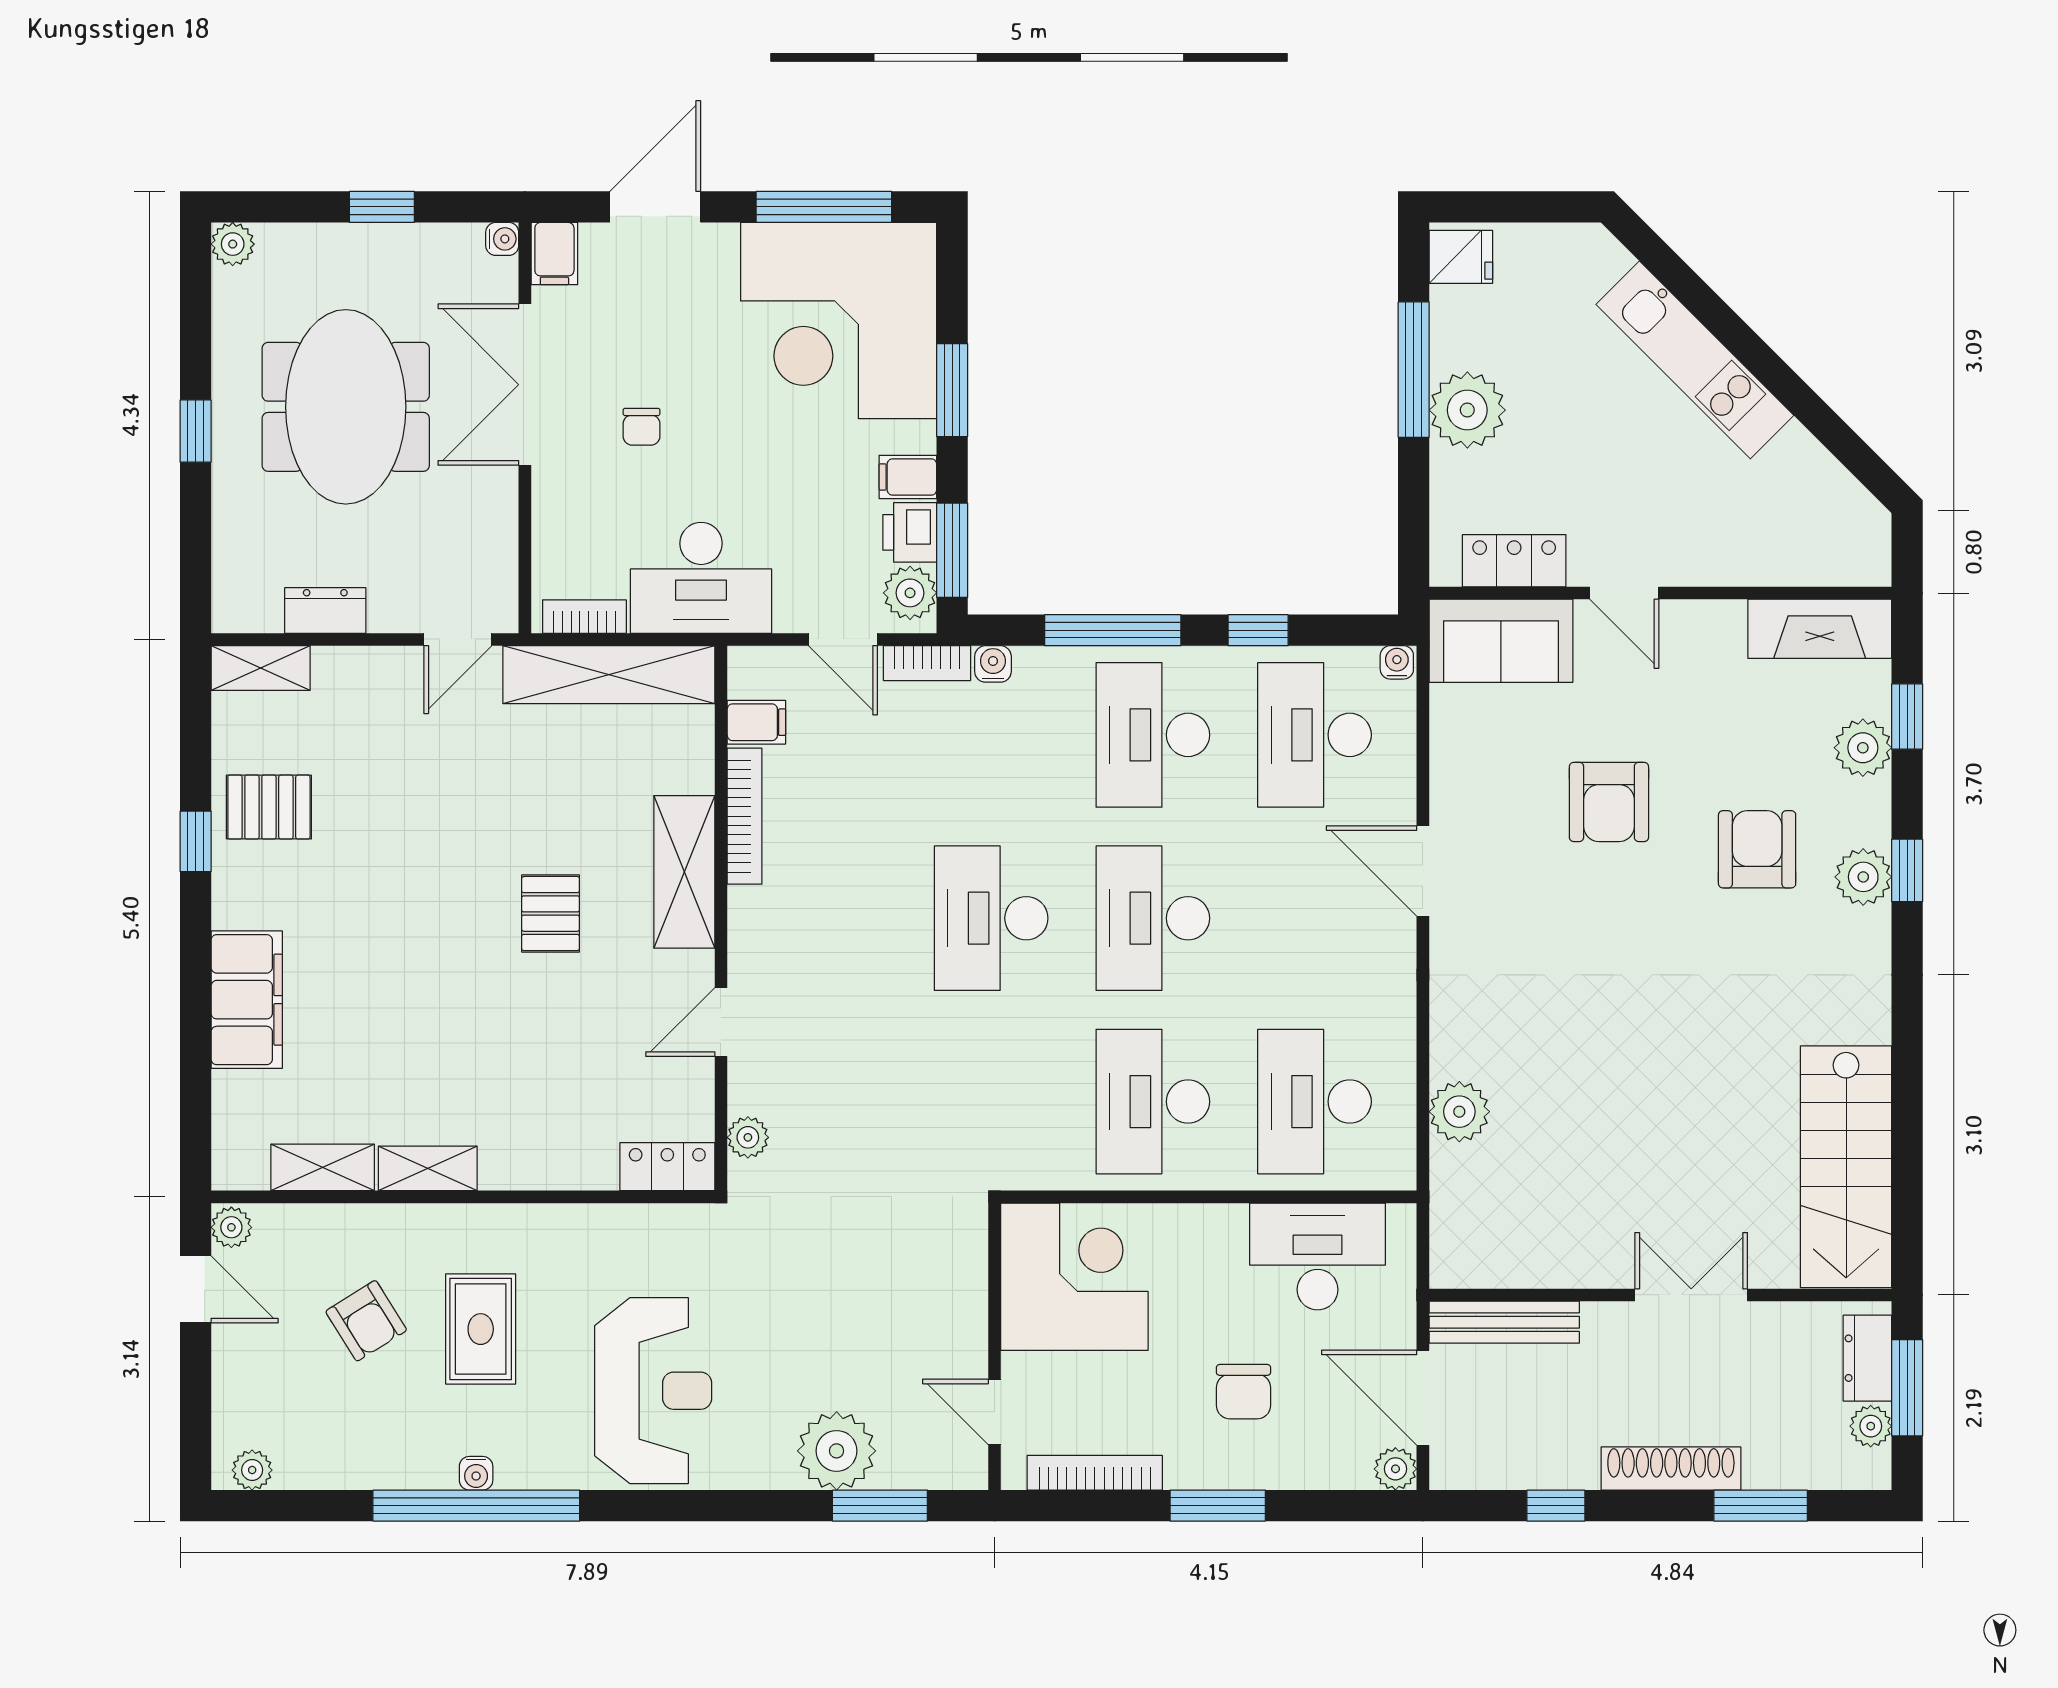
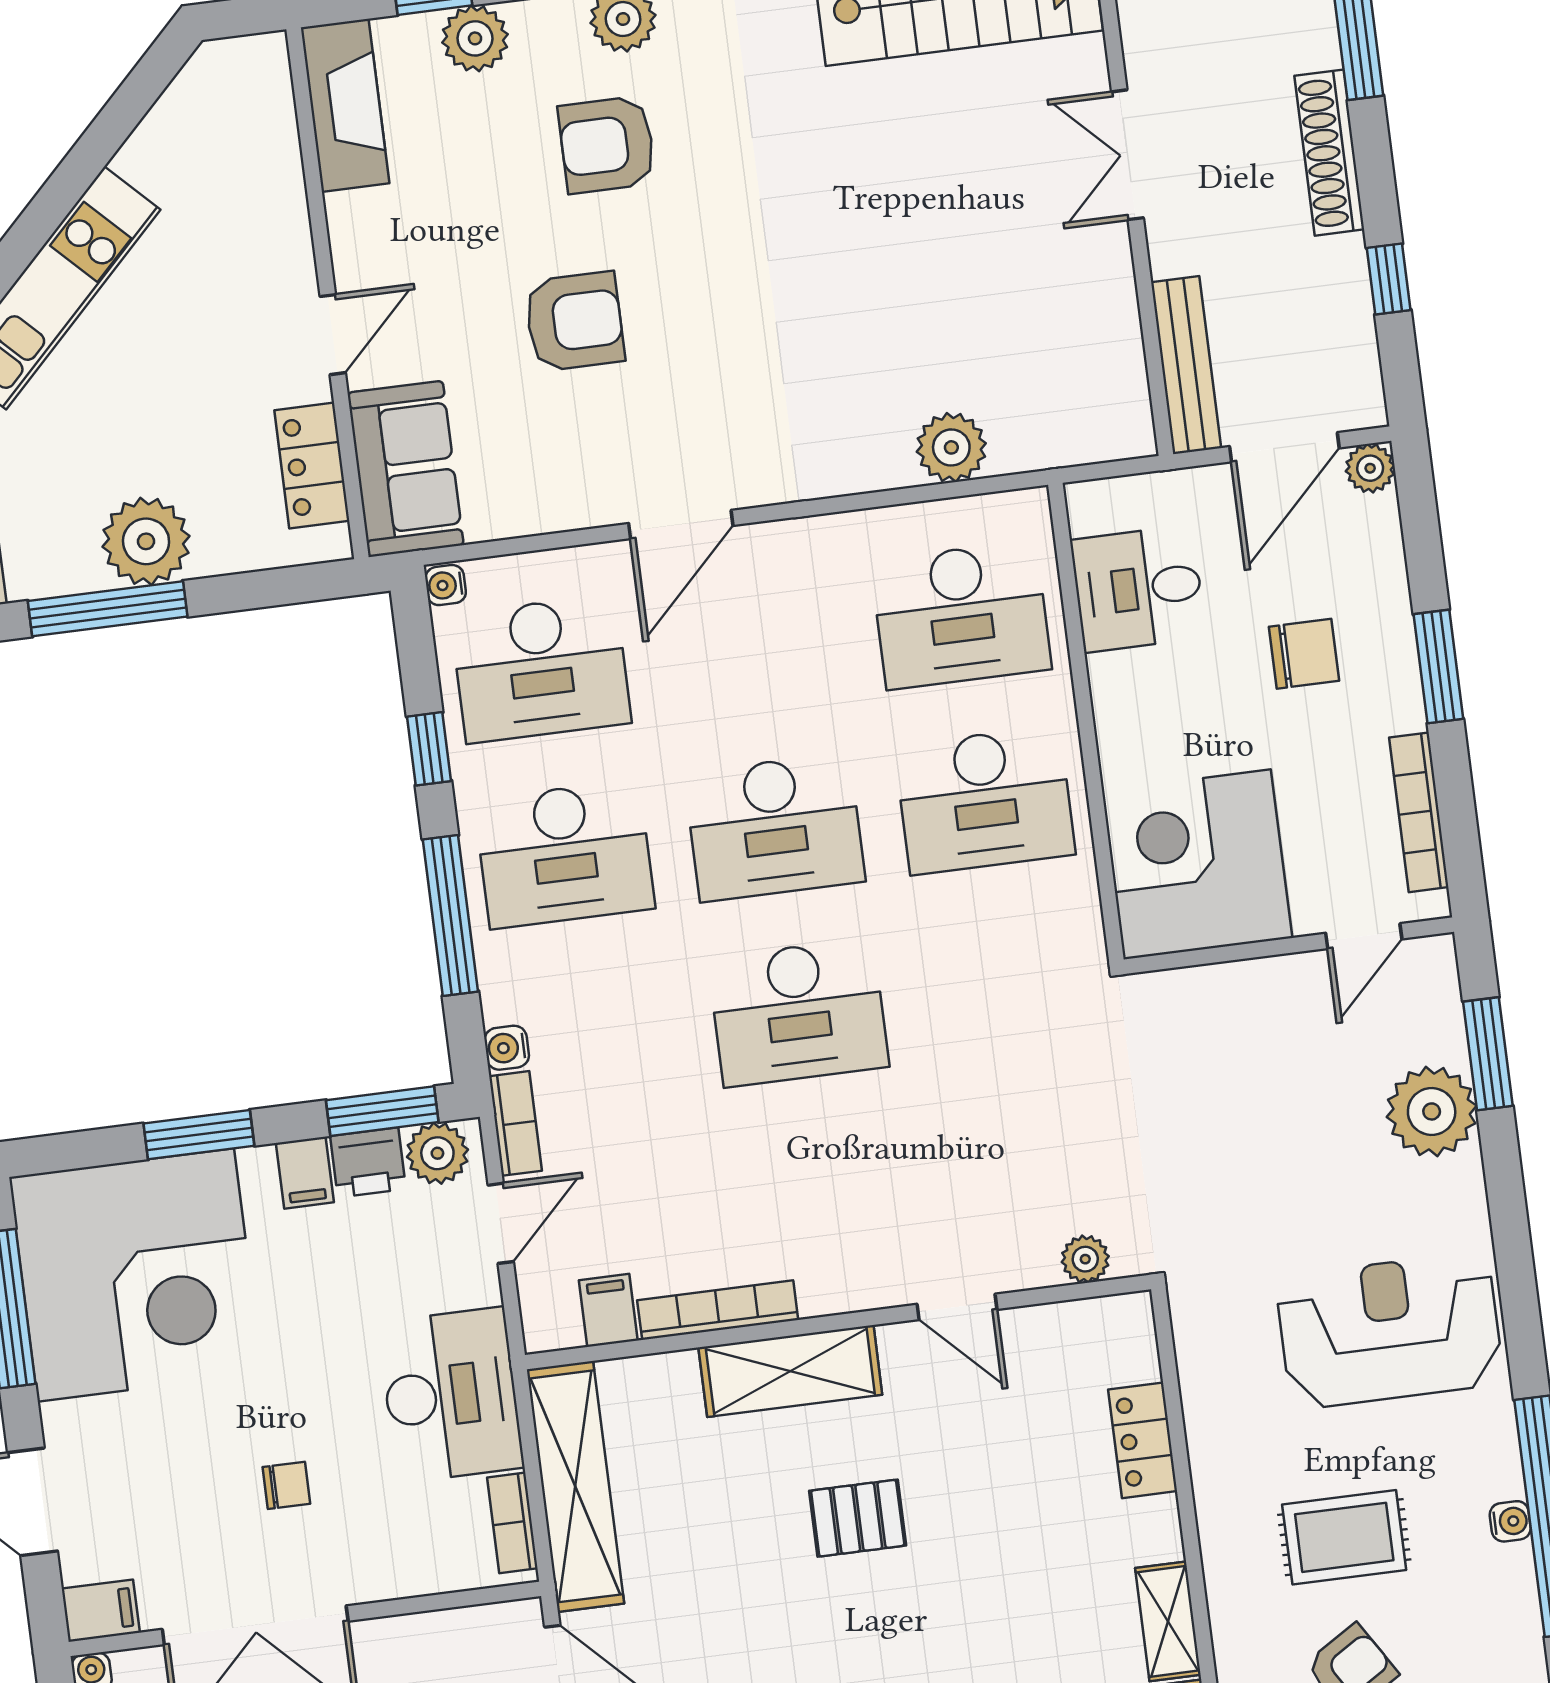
locker: (667, 1167) -> (1143, 1440), moved
desk: (1318, 1257) -> (1138, 589), width x0.73

